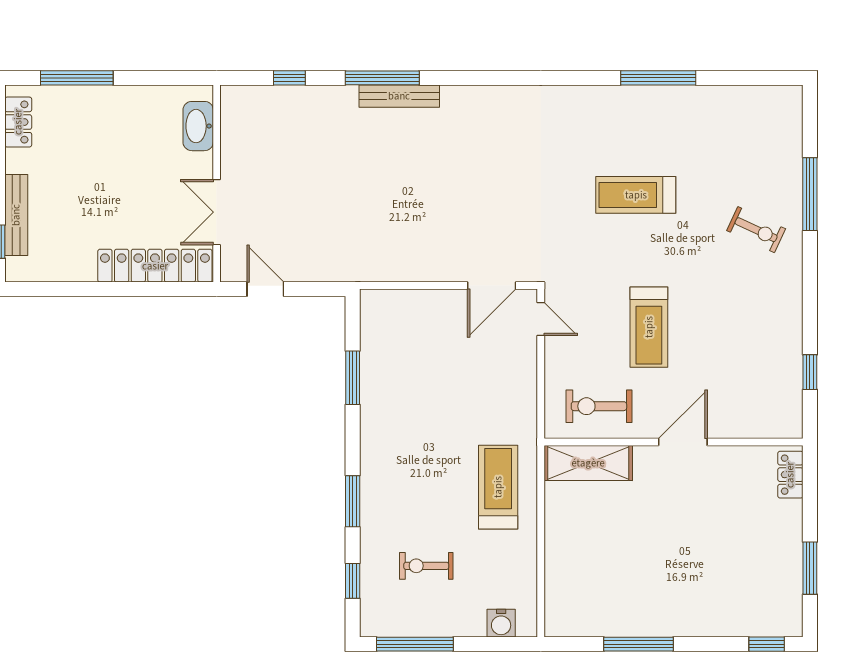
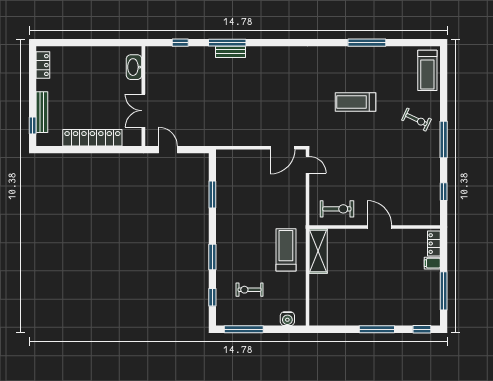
window: (77, 78) -> (73, 43), removed
bench: (399, 96) -> (230, 52), width x0.73
window: (810, 194) -> (444, 139), moved
locker: (155, 266) -> (92, 138), moved
treadmill: (649, 327) -> (427, 70), moved
exercise bike: (599, 406) -> (337, 209), turned 180
door: (683, 442) -> (379, 227), hinge flipped
shelving: (588, 463) -> (318, 251), moved, turned 90
filing cabinet: (787, 513) -> (432, 263), added
window: (810, 568) -> (444, 291), width x1.44
window: (638, 644) -> (377, 329), moved

